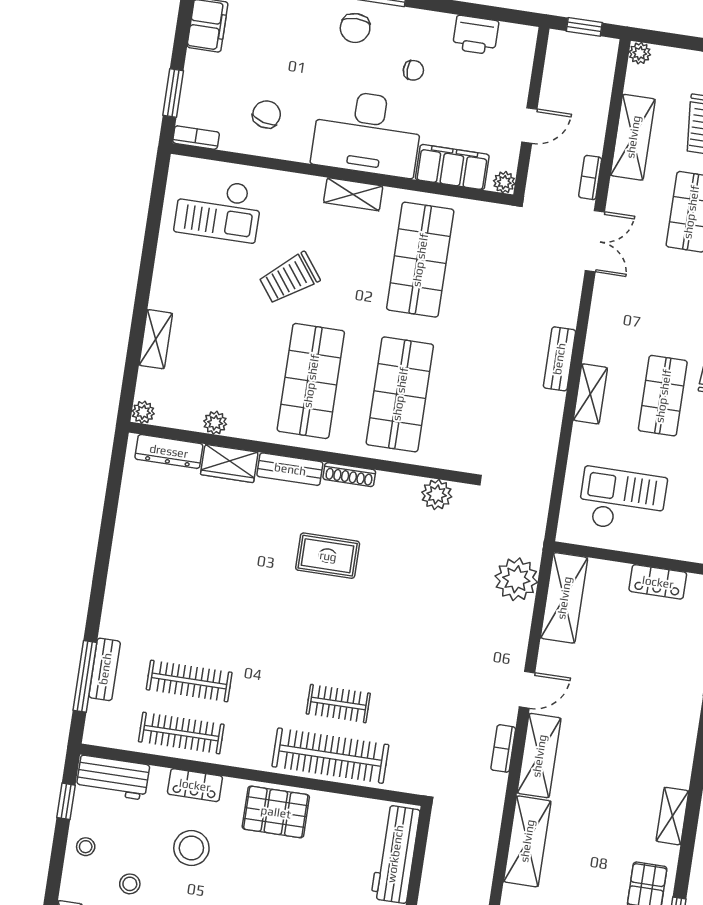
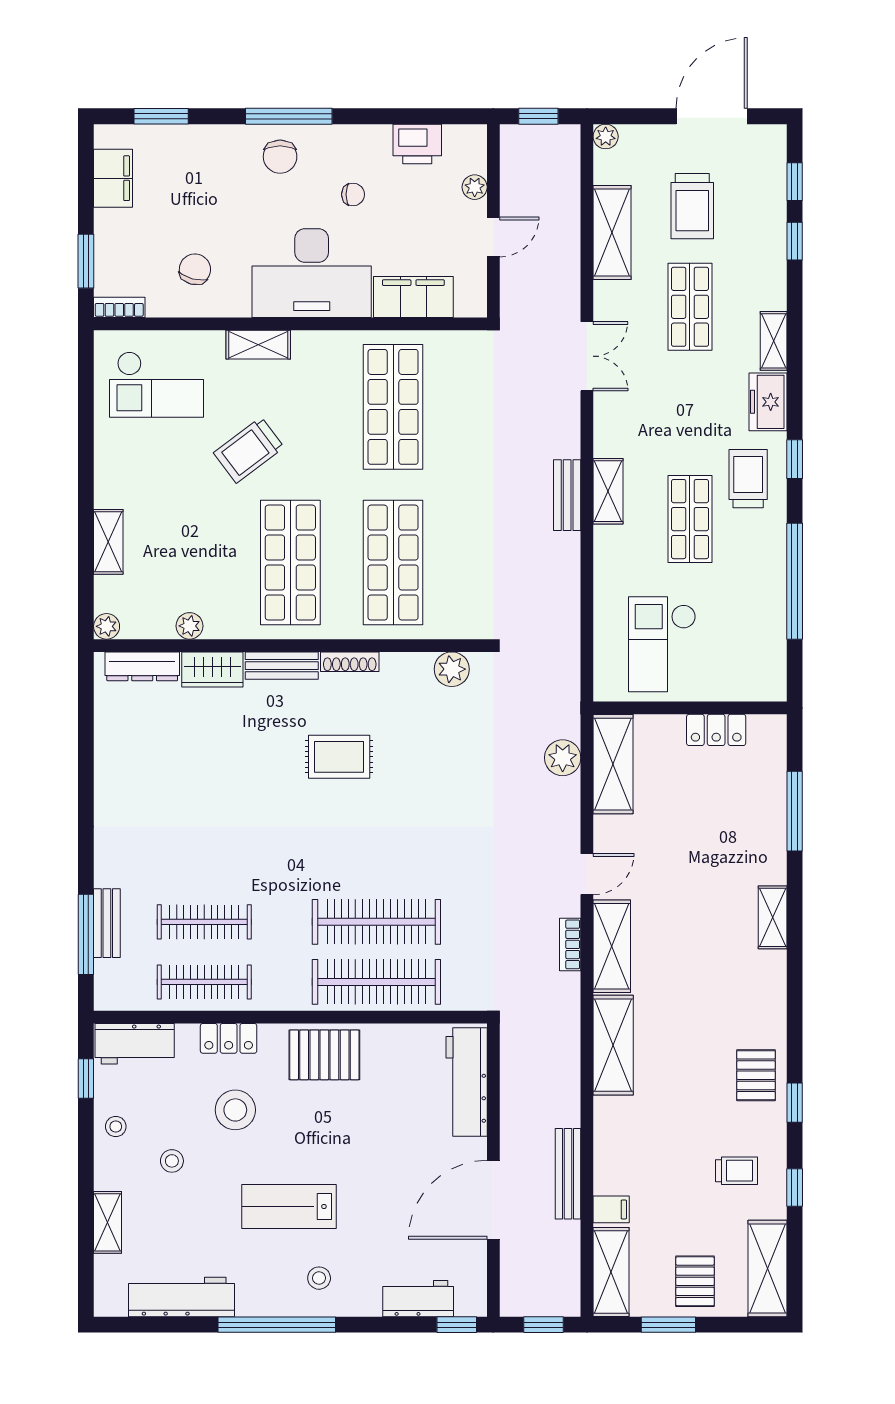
bookcase: (590, 177) -> (571, 285), removed
plant: (504, 182) -> (475, 187), moved
shelving: (353, 194) -> (258, 345), moved
shelving: (590, 394) -> (608, 491), moved
checkout: (622, 500) -> (662, 644), turned -90
plant: (516, 579) -> (563, 758), width x0.73, depth x0.73
clothes rail: (338, 704) -> (376, 922), width x1.86, depth x1.31
shelving: (672, 816) -> (773, 917), moved

